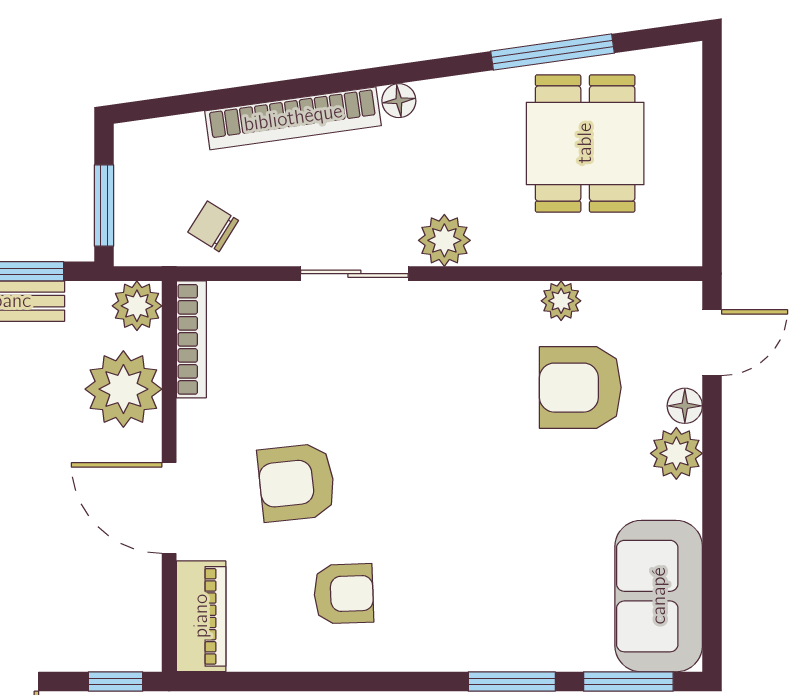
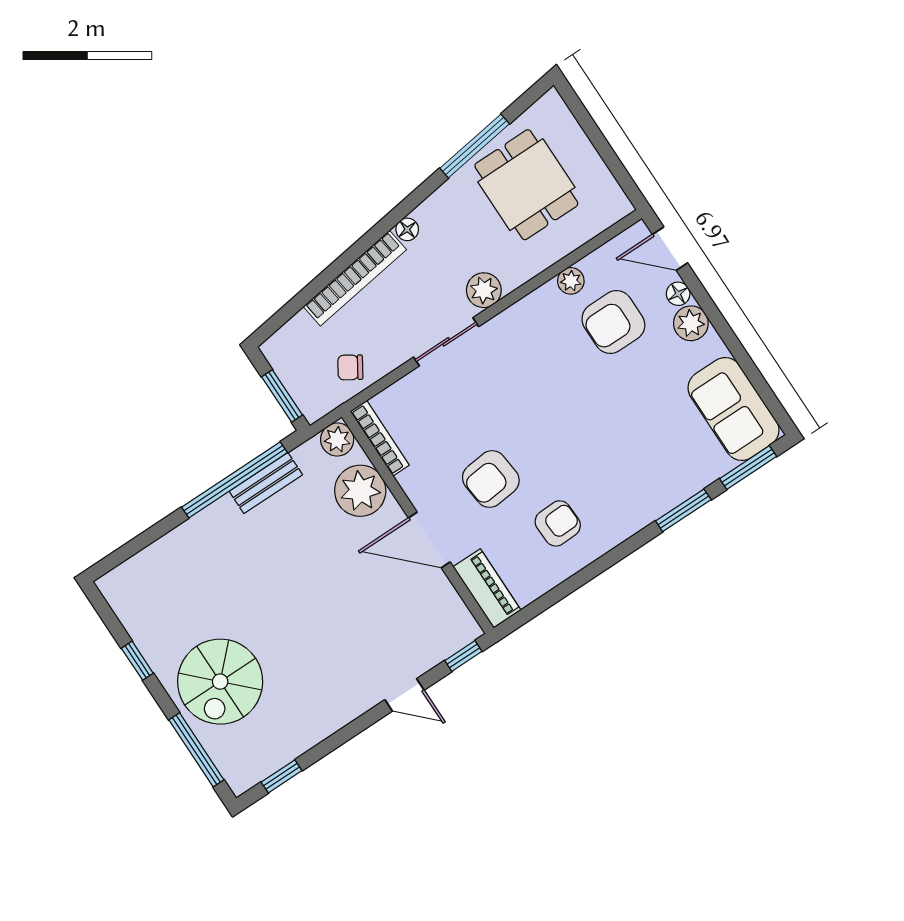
door: (712, 343) -> (670, 249), swing flipped

